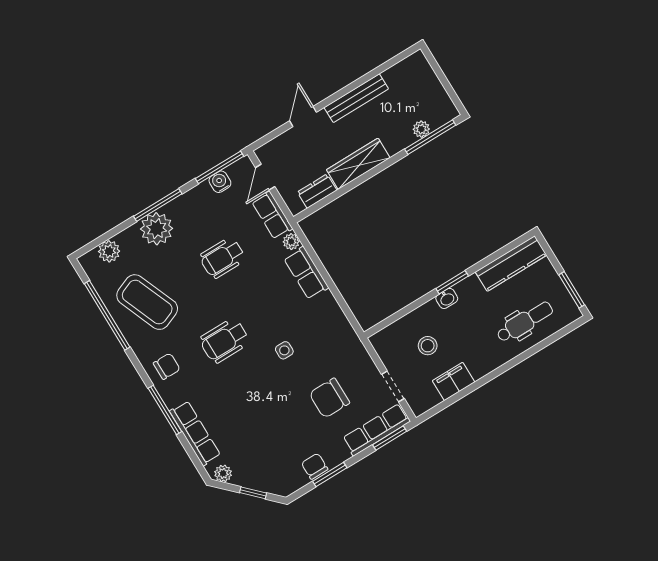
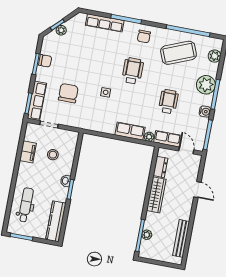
bench: (356, 98) -> (181, 238), moved
water cooler: (220, 182) -> (205, 112), moved
dental chair: (525, 322) -> (26, 205), turned 180
plant: (223, 473) -> (61, 30), moved

